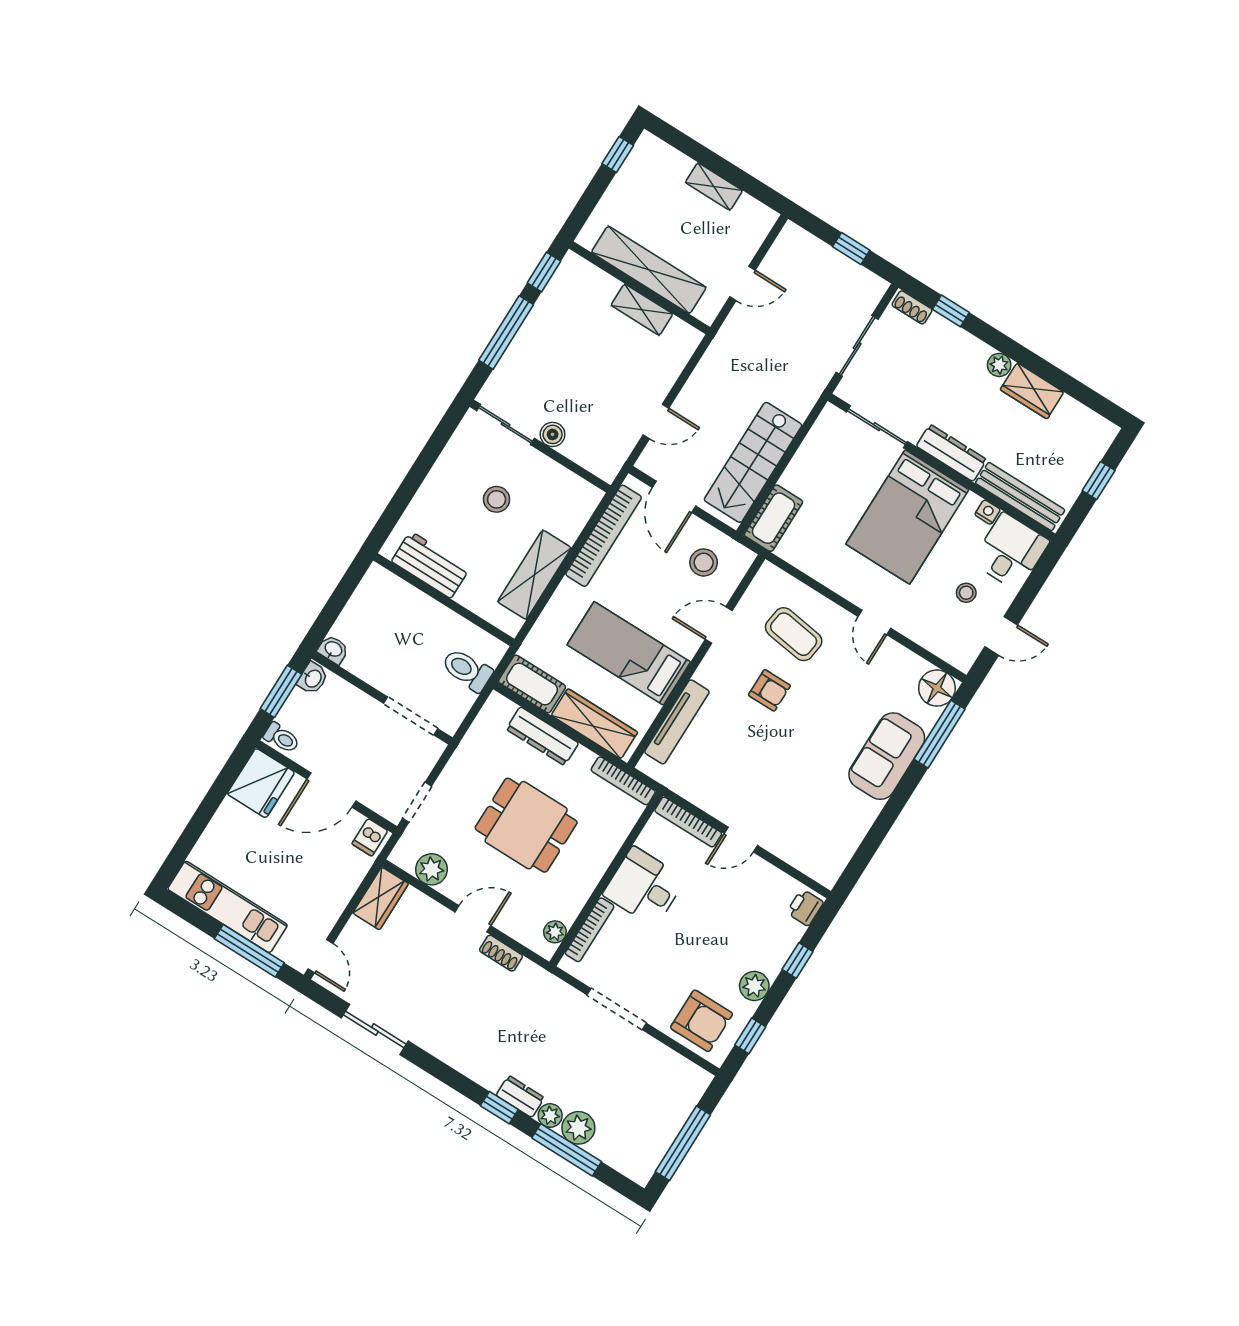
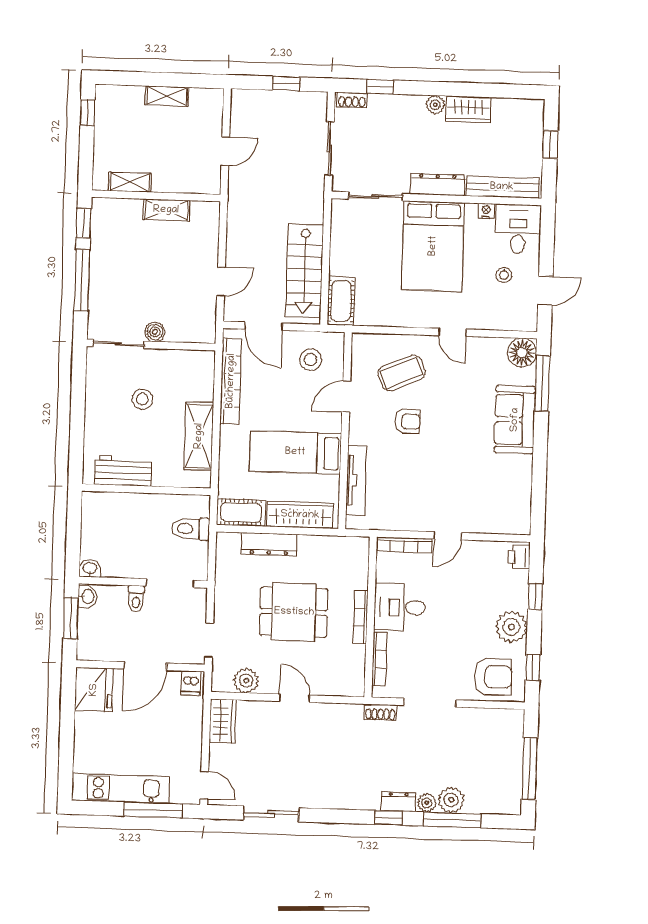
shelving: (649, 270) -> (130, 182), width x0.45, depth x0.75
coffee table: (794, 634) -> (401, 373), turned -31
toilet: (282, 738) -> (136, 599), moved, turned 90
bookcase: (623, 781) -> (360, 617), moved, turned 90
door: (473, 919) -> (294, 698), hinge flipped
plant: (555, 932) -> (356, 674), removed
shoe rack: (501, 953) -> (380, 712), moved
plant: (754, 986) -> (511, 627), width x1.36, depth x1.36

